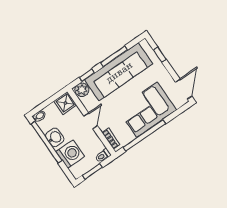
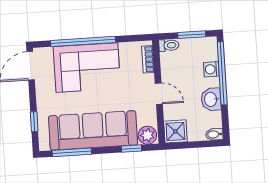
window: (114, 56) -> (72, 152), moved
door: (91, 121) -> (159, 94), swing flipped
window: (144, 135) -> (83, 41), moved
window: (47, 142) -> (222, 73), moved
washing machine: (70, 154) -> (211, 69), width x0.53, depth x0.53

